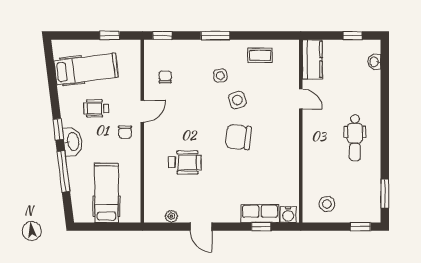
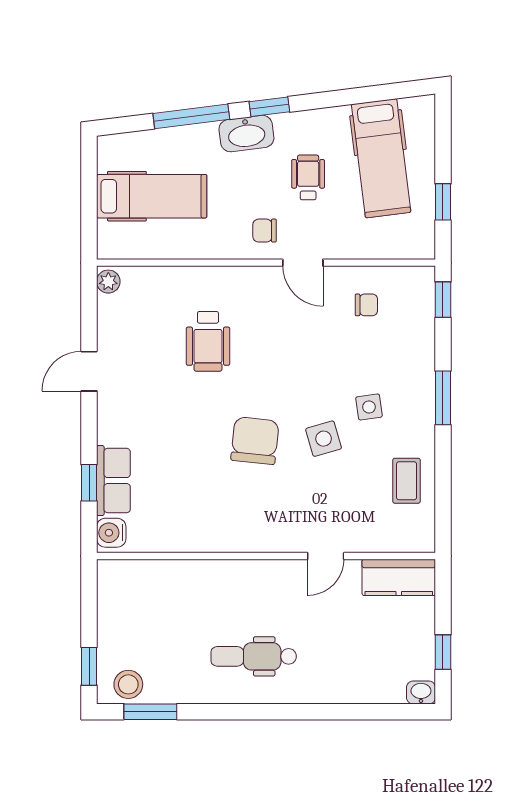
washbasin: (374, 62) -> (421, 693), moved
stool: (327, 204) -> (128, 684), moved
plant: (171, 216) -> (108, 282), moved

